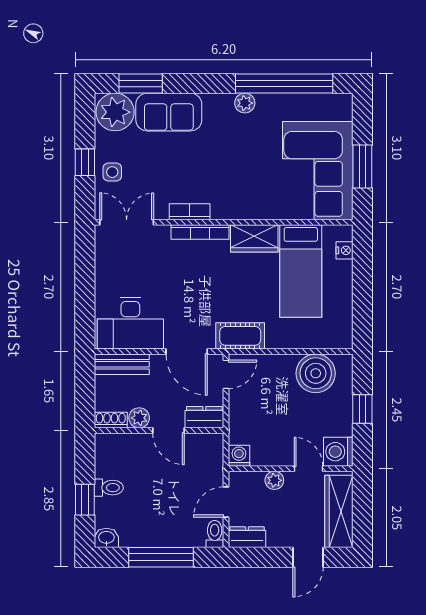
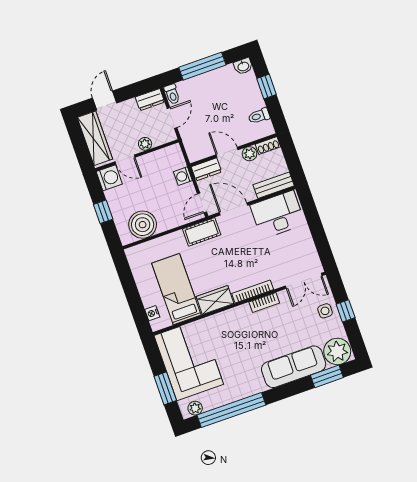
plant: (245, 103) -> (195, 408), moved
sofa: (169, 112) -> (294, 367), width x1.36
window: (362, 166) -> (165, 388), moved
washing machine: (239, 456) -> (183, 176), moved, turned 90
toilet: (109, 488) -> (259, 116), moved

